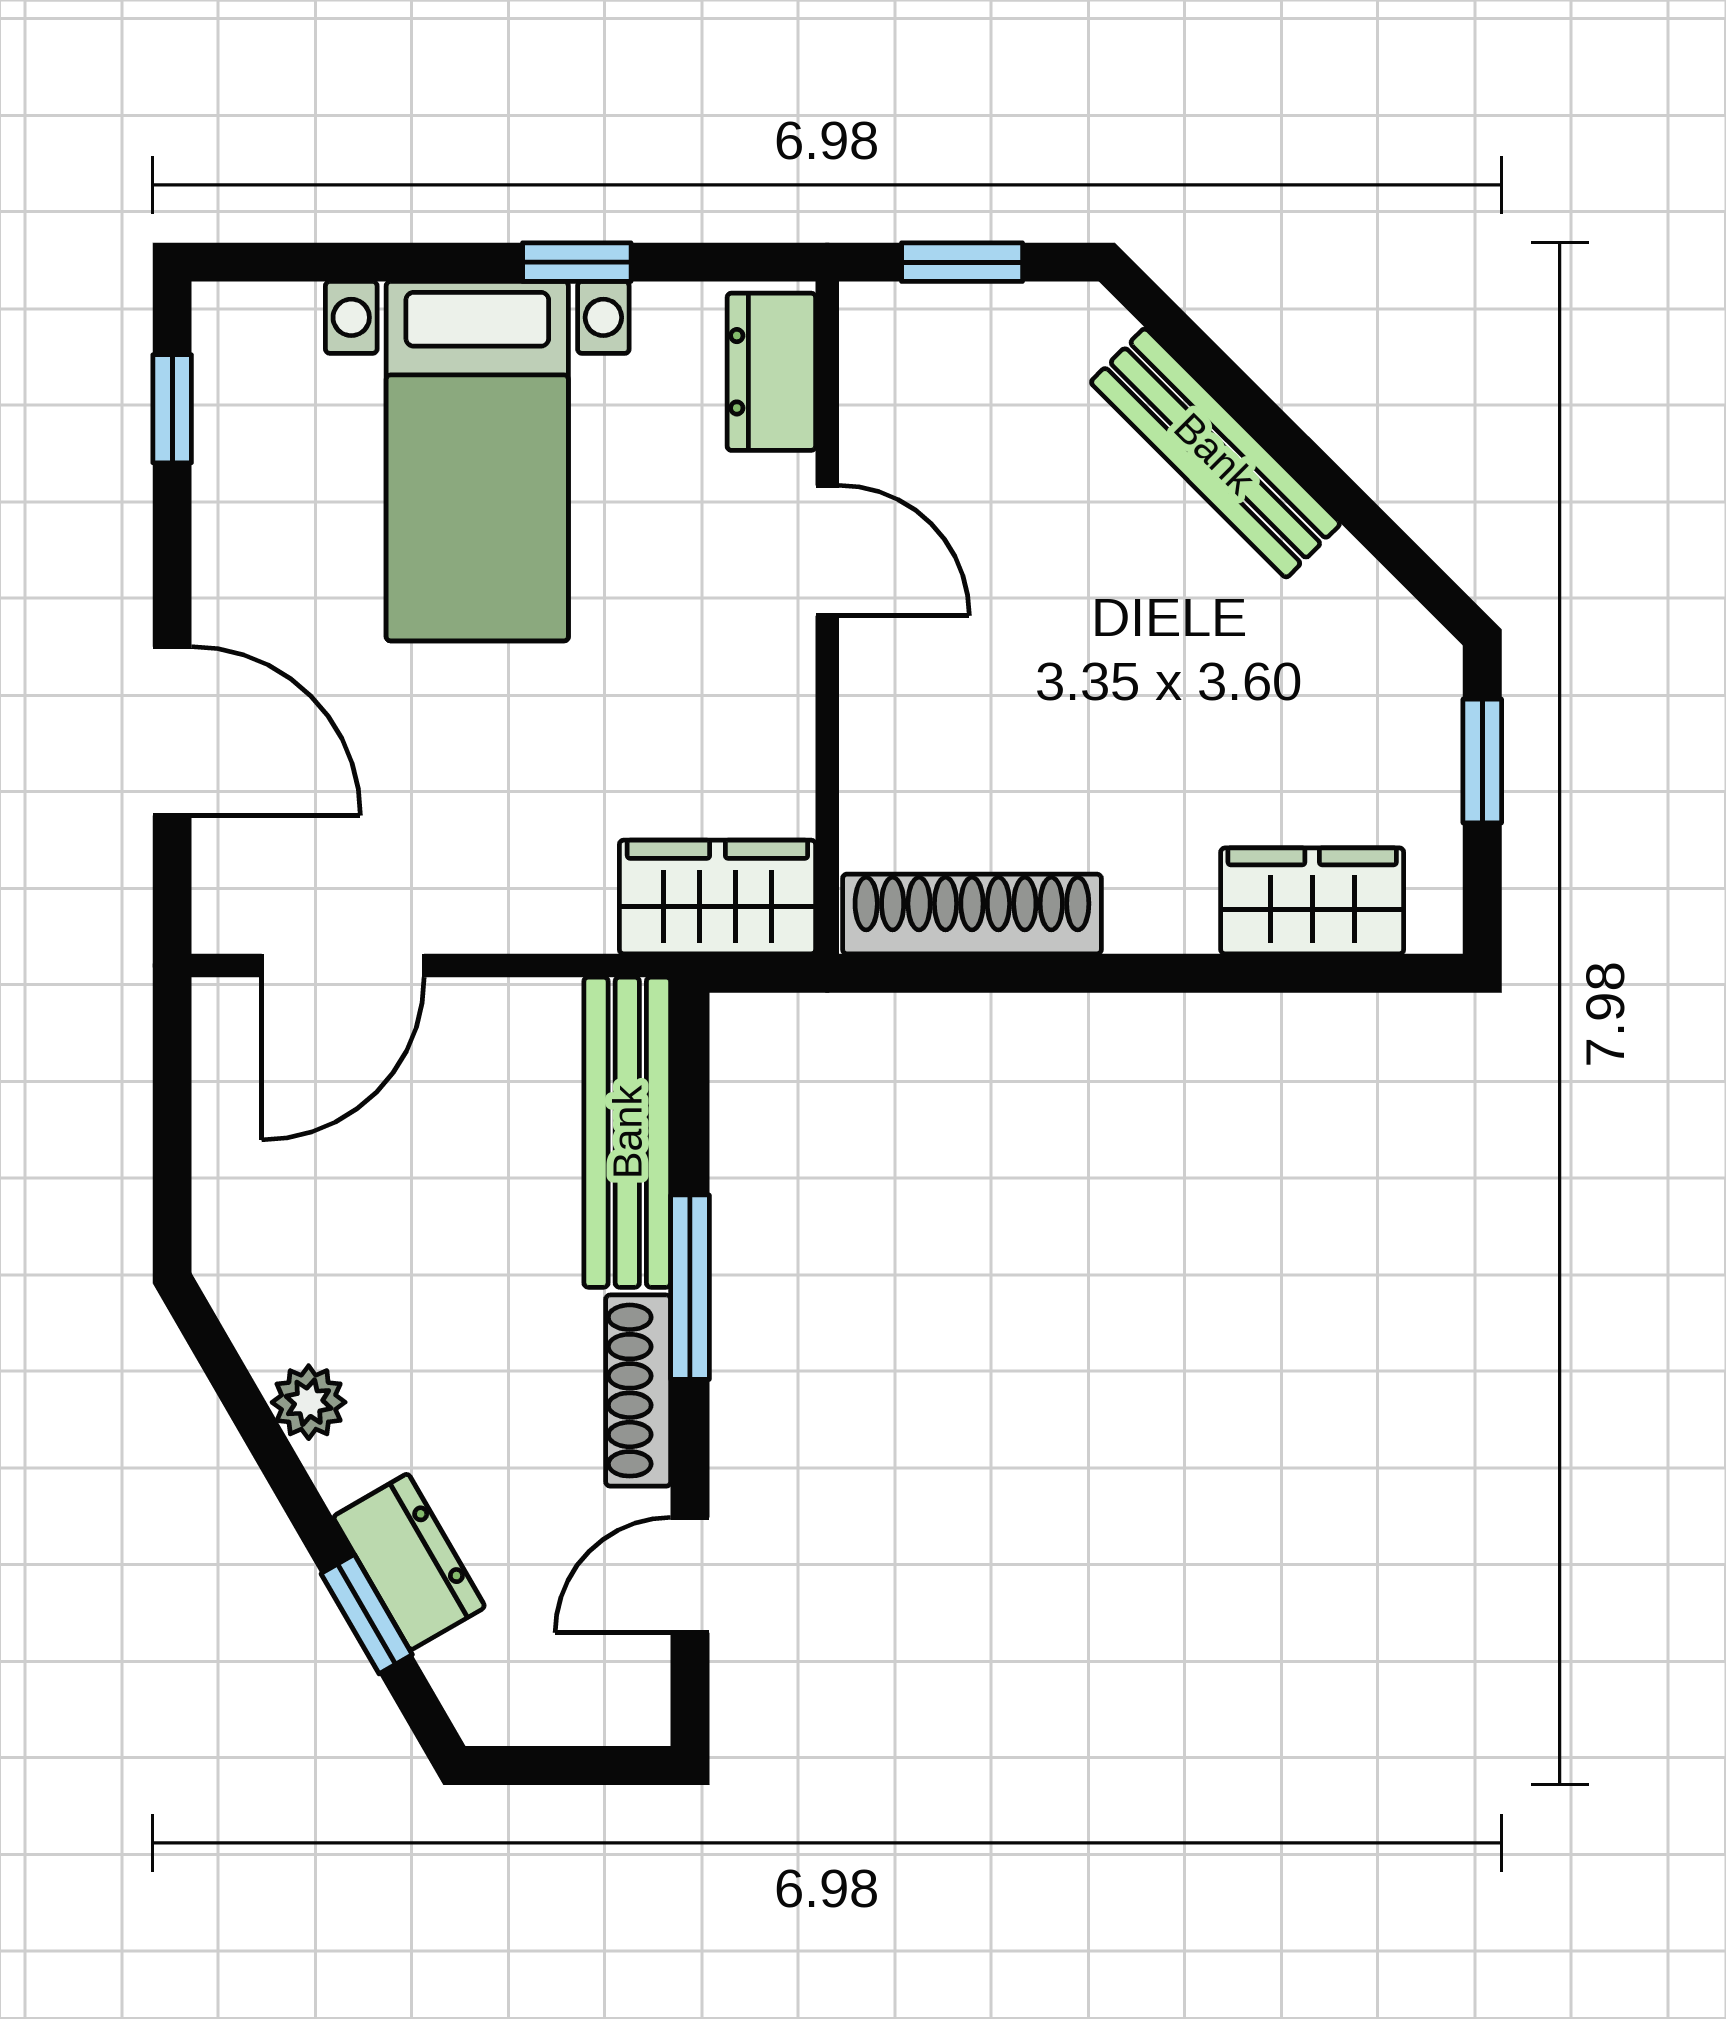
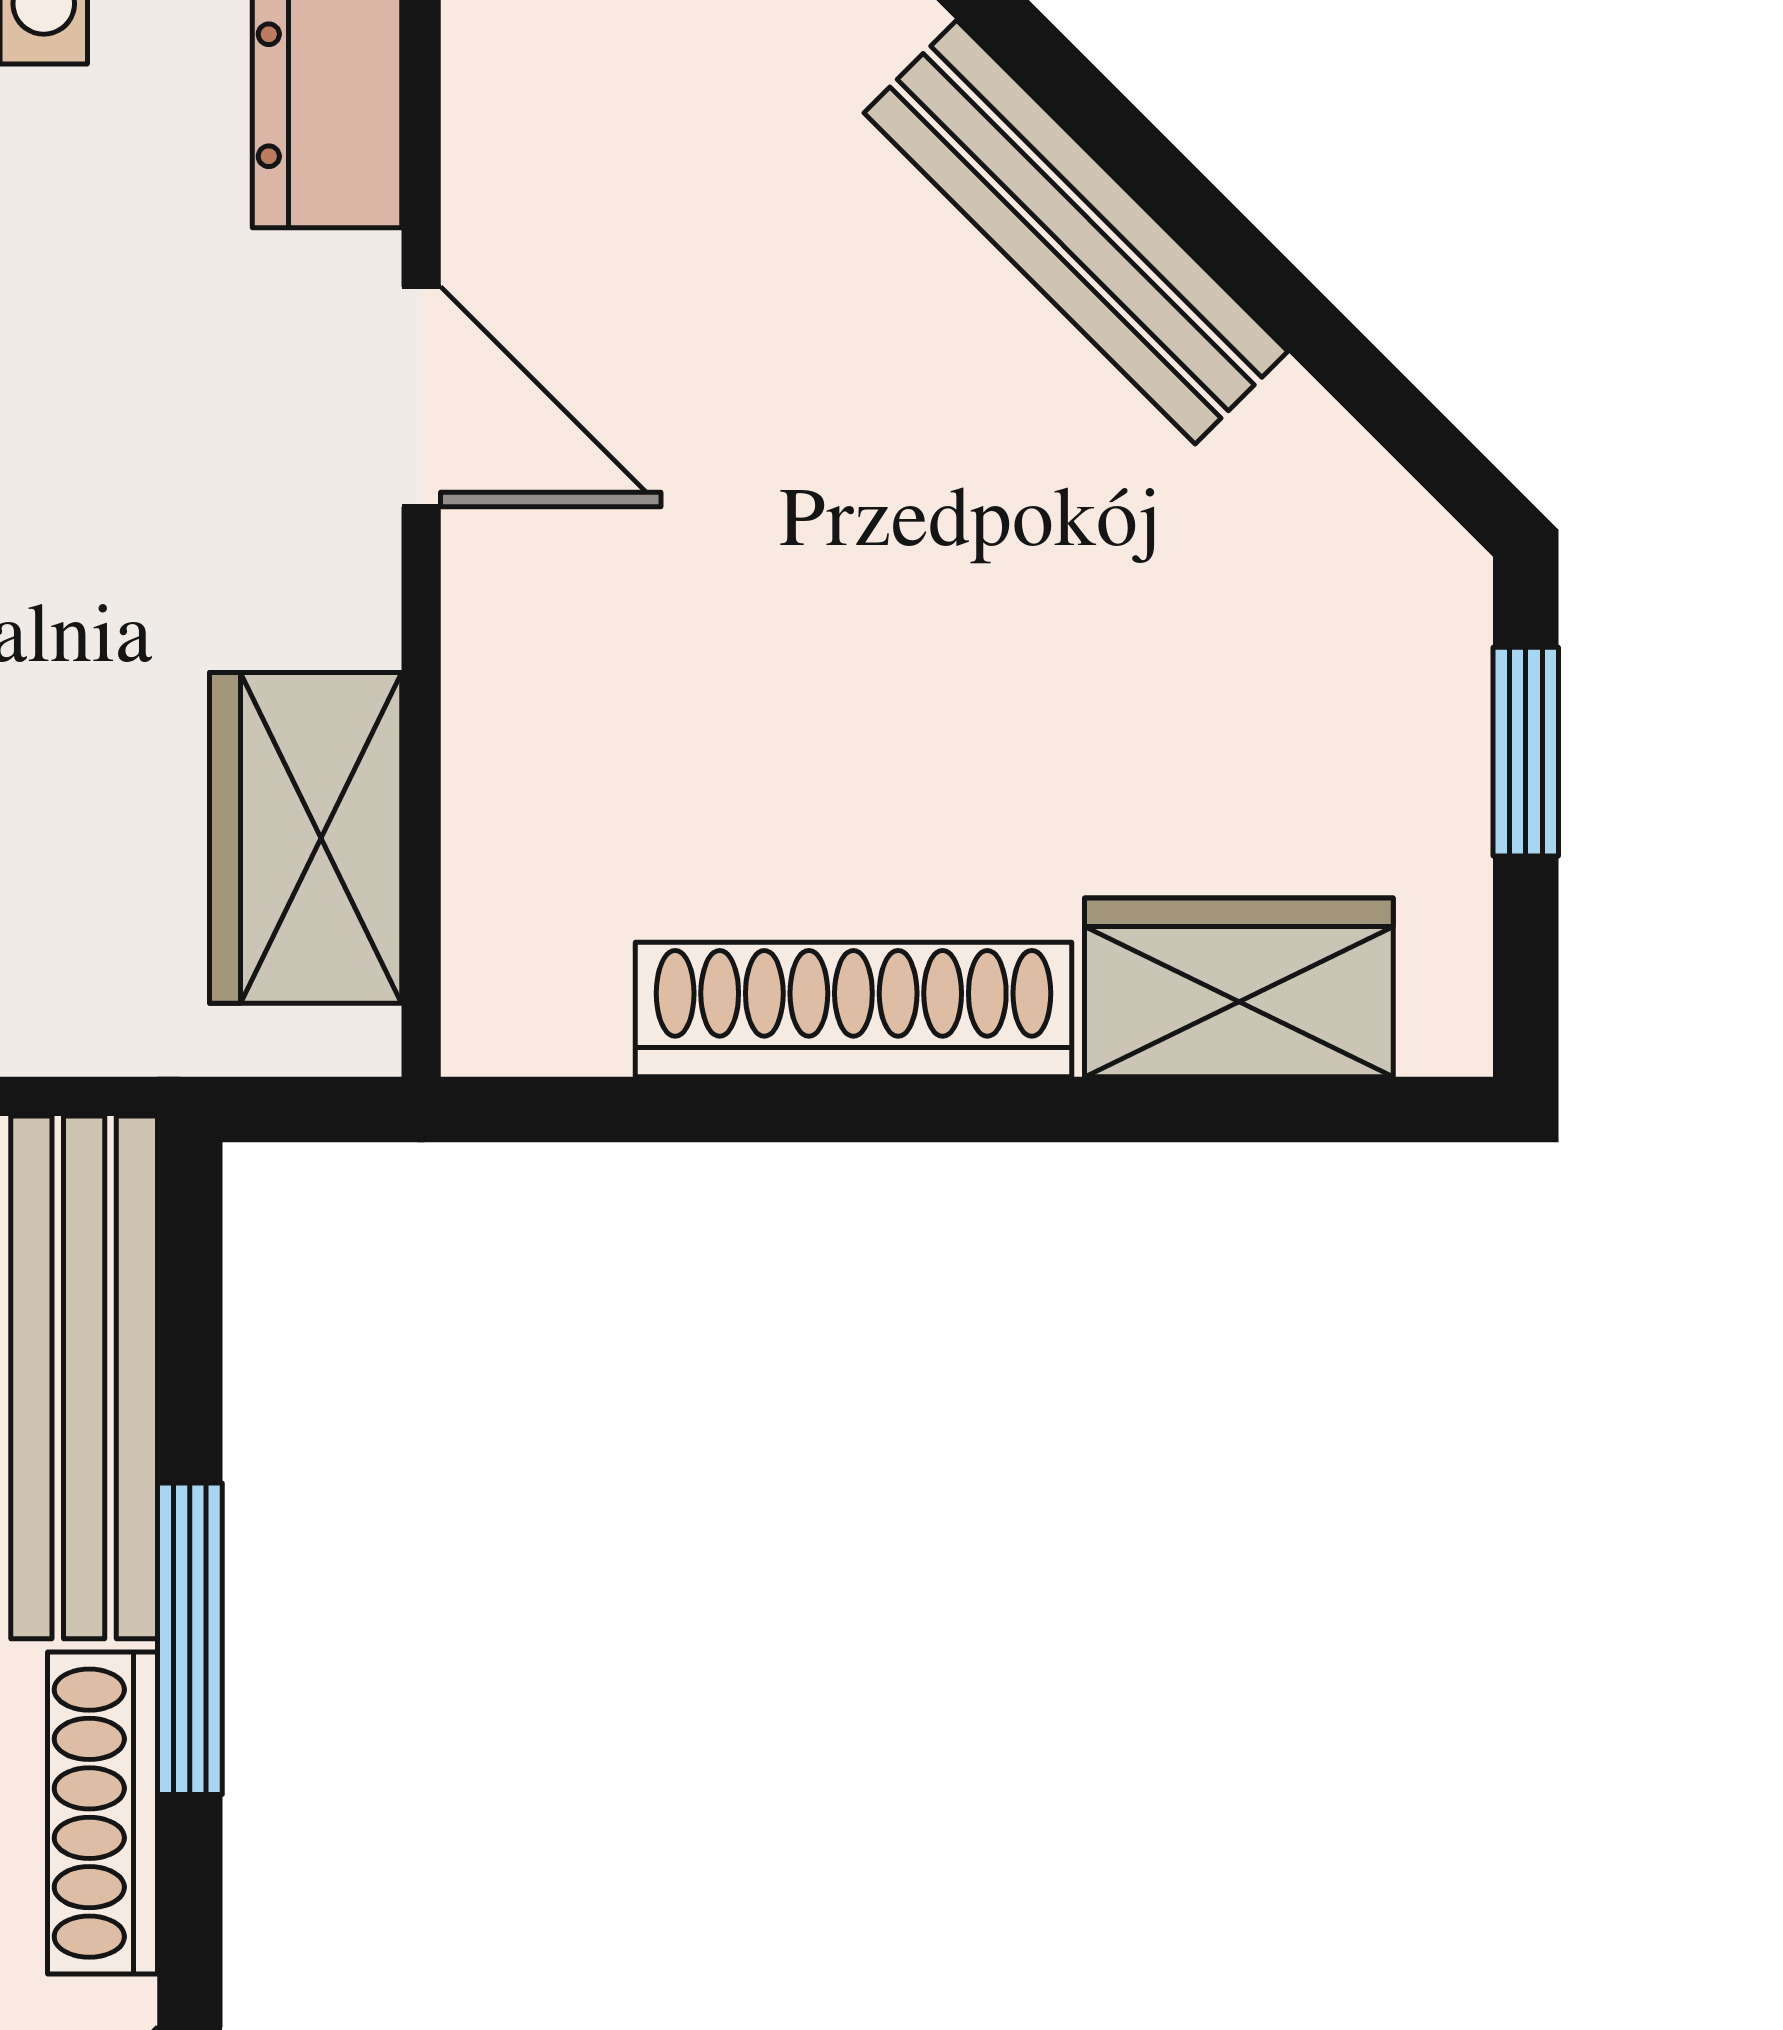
wardrobe: (717, 897) -> (306, 838), moved, turned -90
shoe rack: (972, 914) -> (853, 1010), moved

